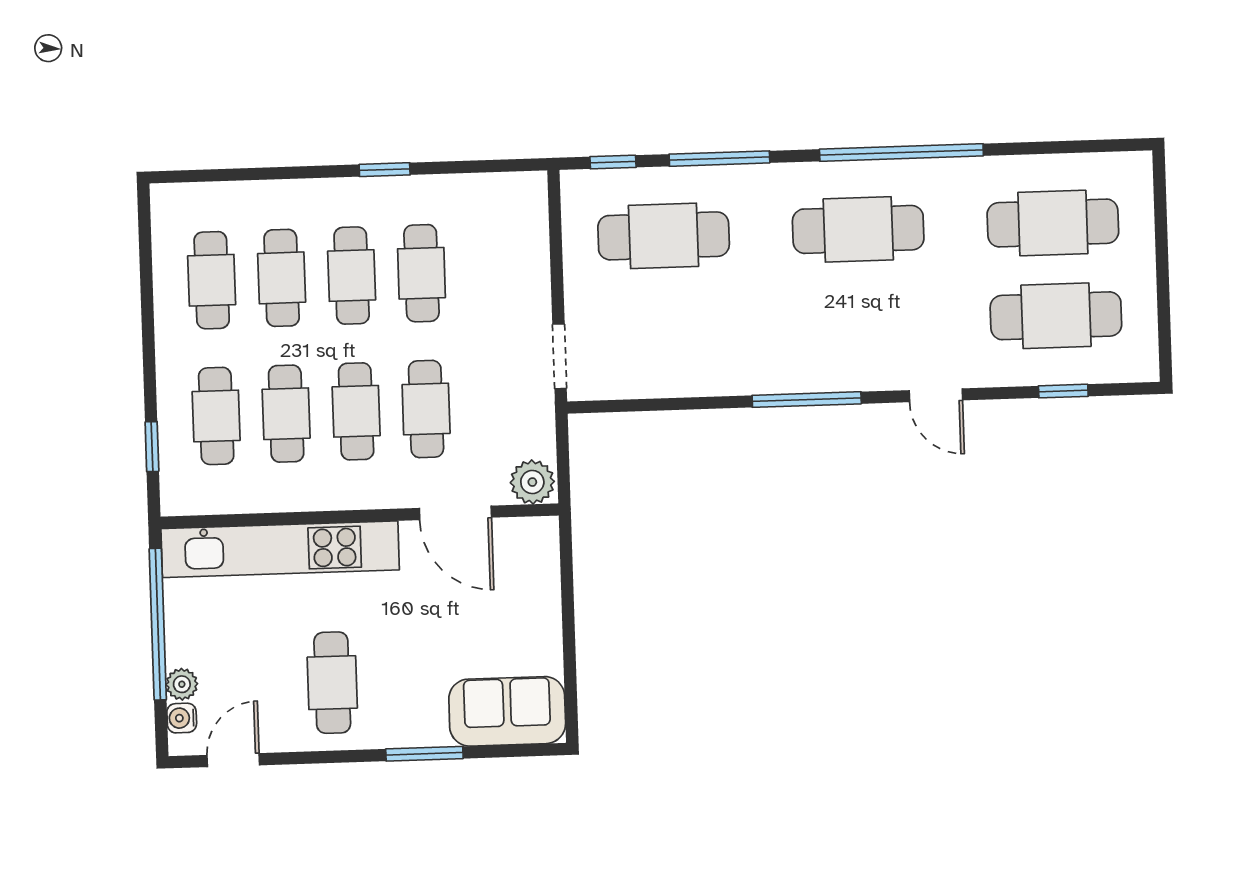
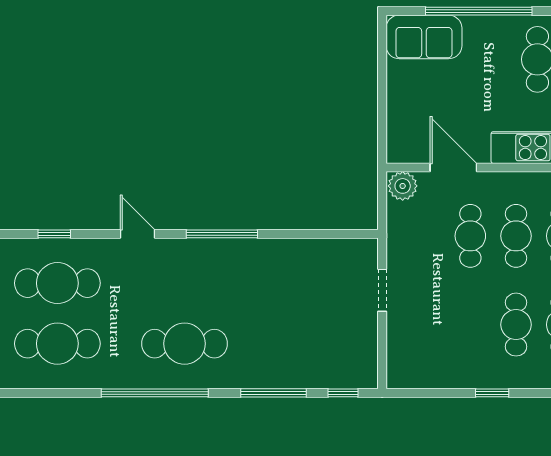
cafe table: (664, 236) -> (312, 344), removed
cafe table: (422, 273) -> (470, 325), removed
doorway: (560, 356) -> (382, 290), moved
window: (424, 754) -> (479, 11), width x2.11

